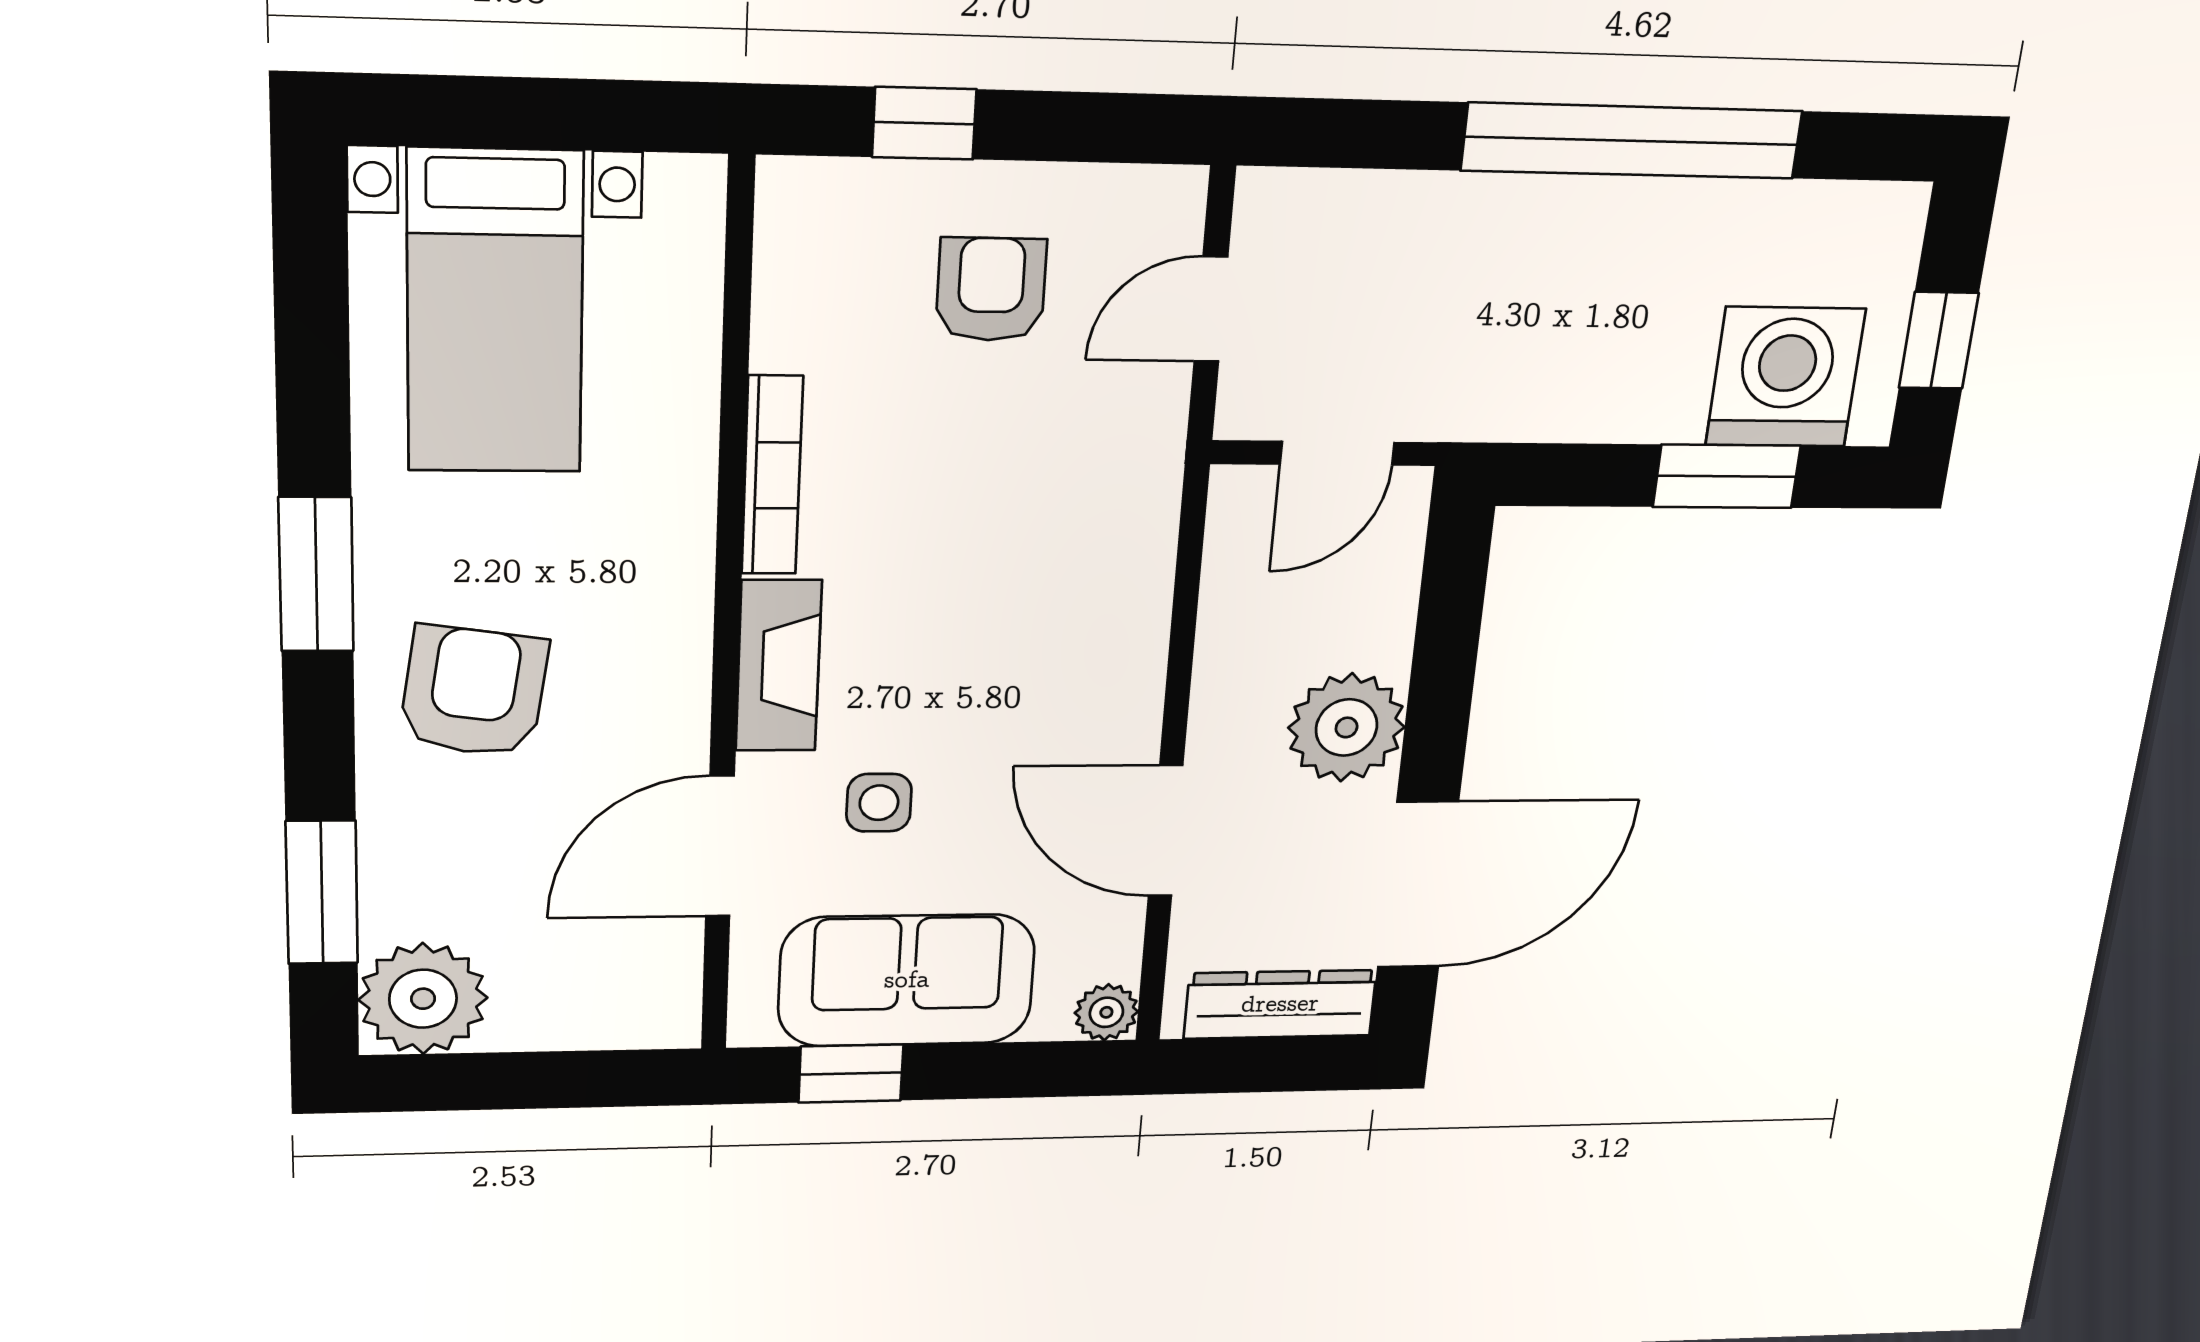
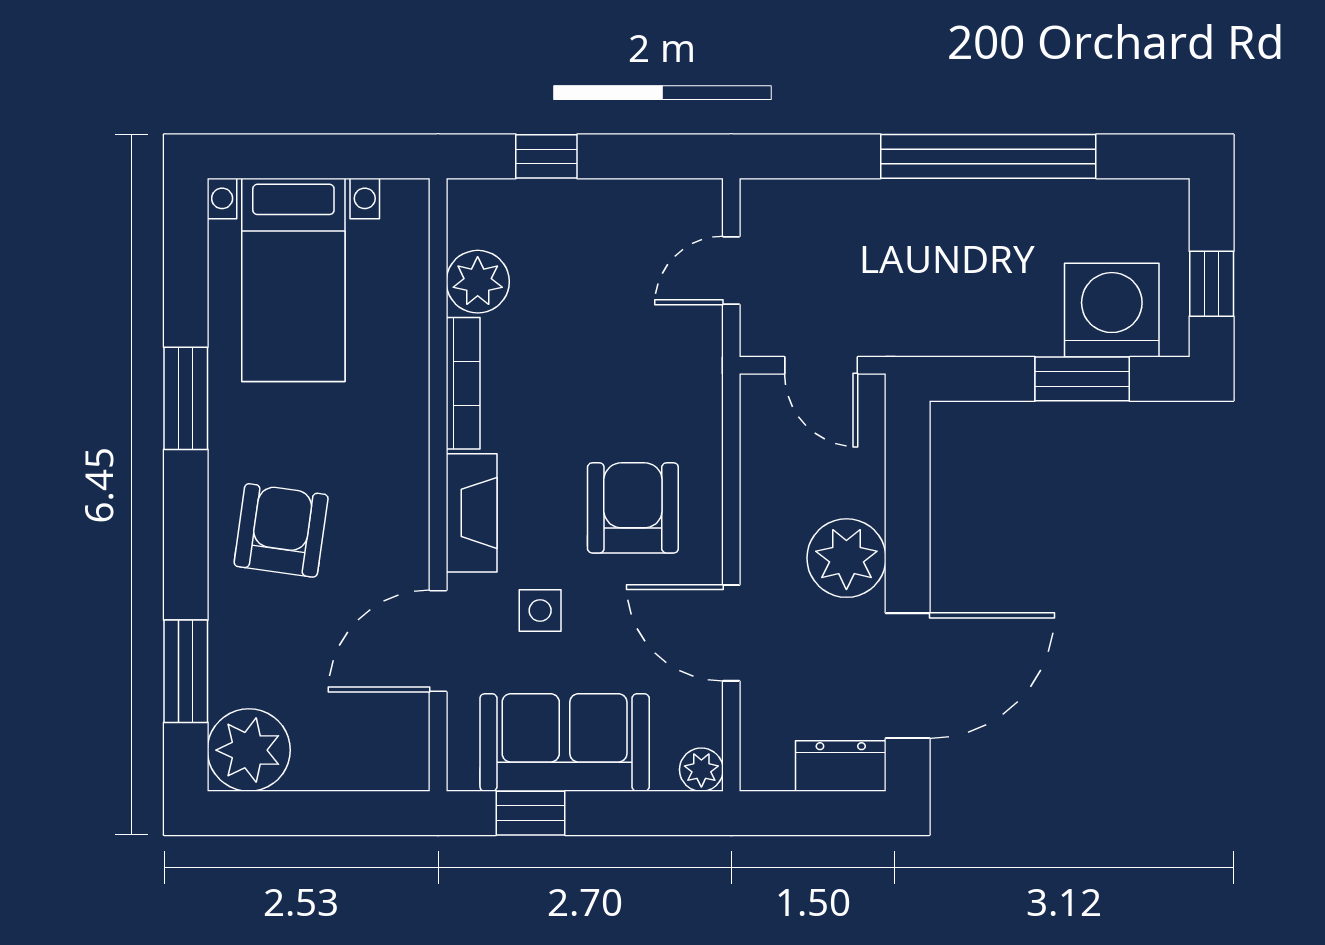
armchair: (991, 289) -> (633, 508), moved, width x1.38, depth x1.38
plant: (802, 320) -> (478, 282), added
door: (1337, 453) -> (821, 365), hinge flipped
window: (316, 575) -> (186, 398), moved
dresser: (1280, 1004) -> (841, 766), width x0.70

